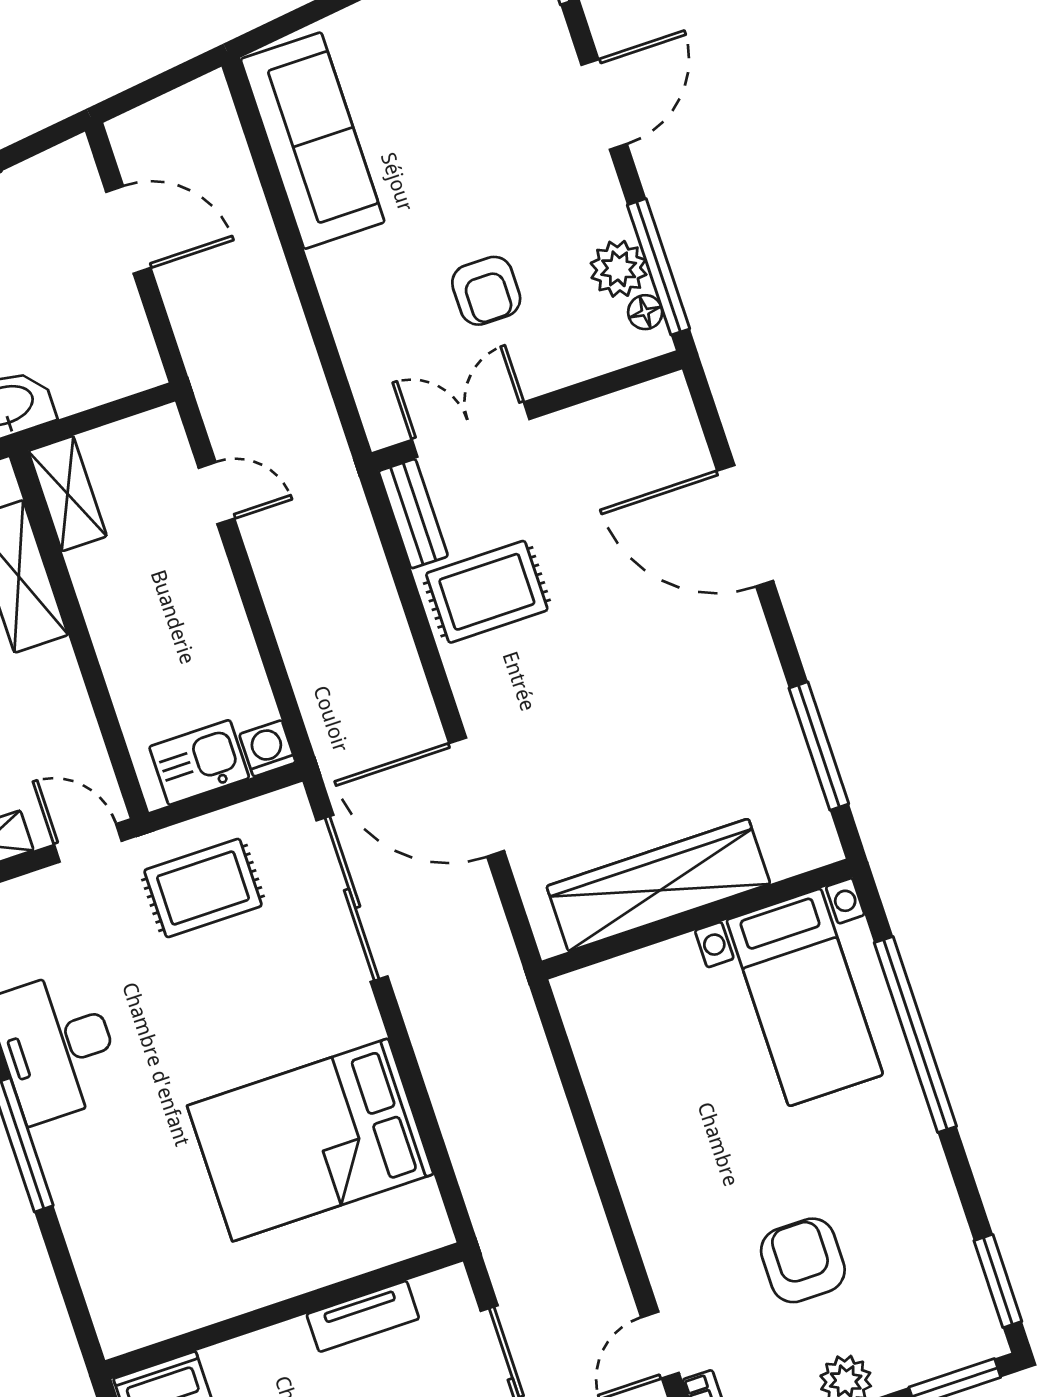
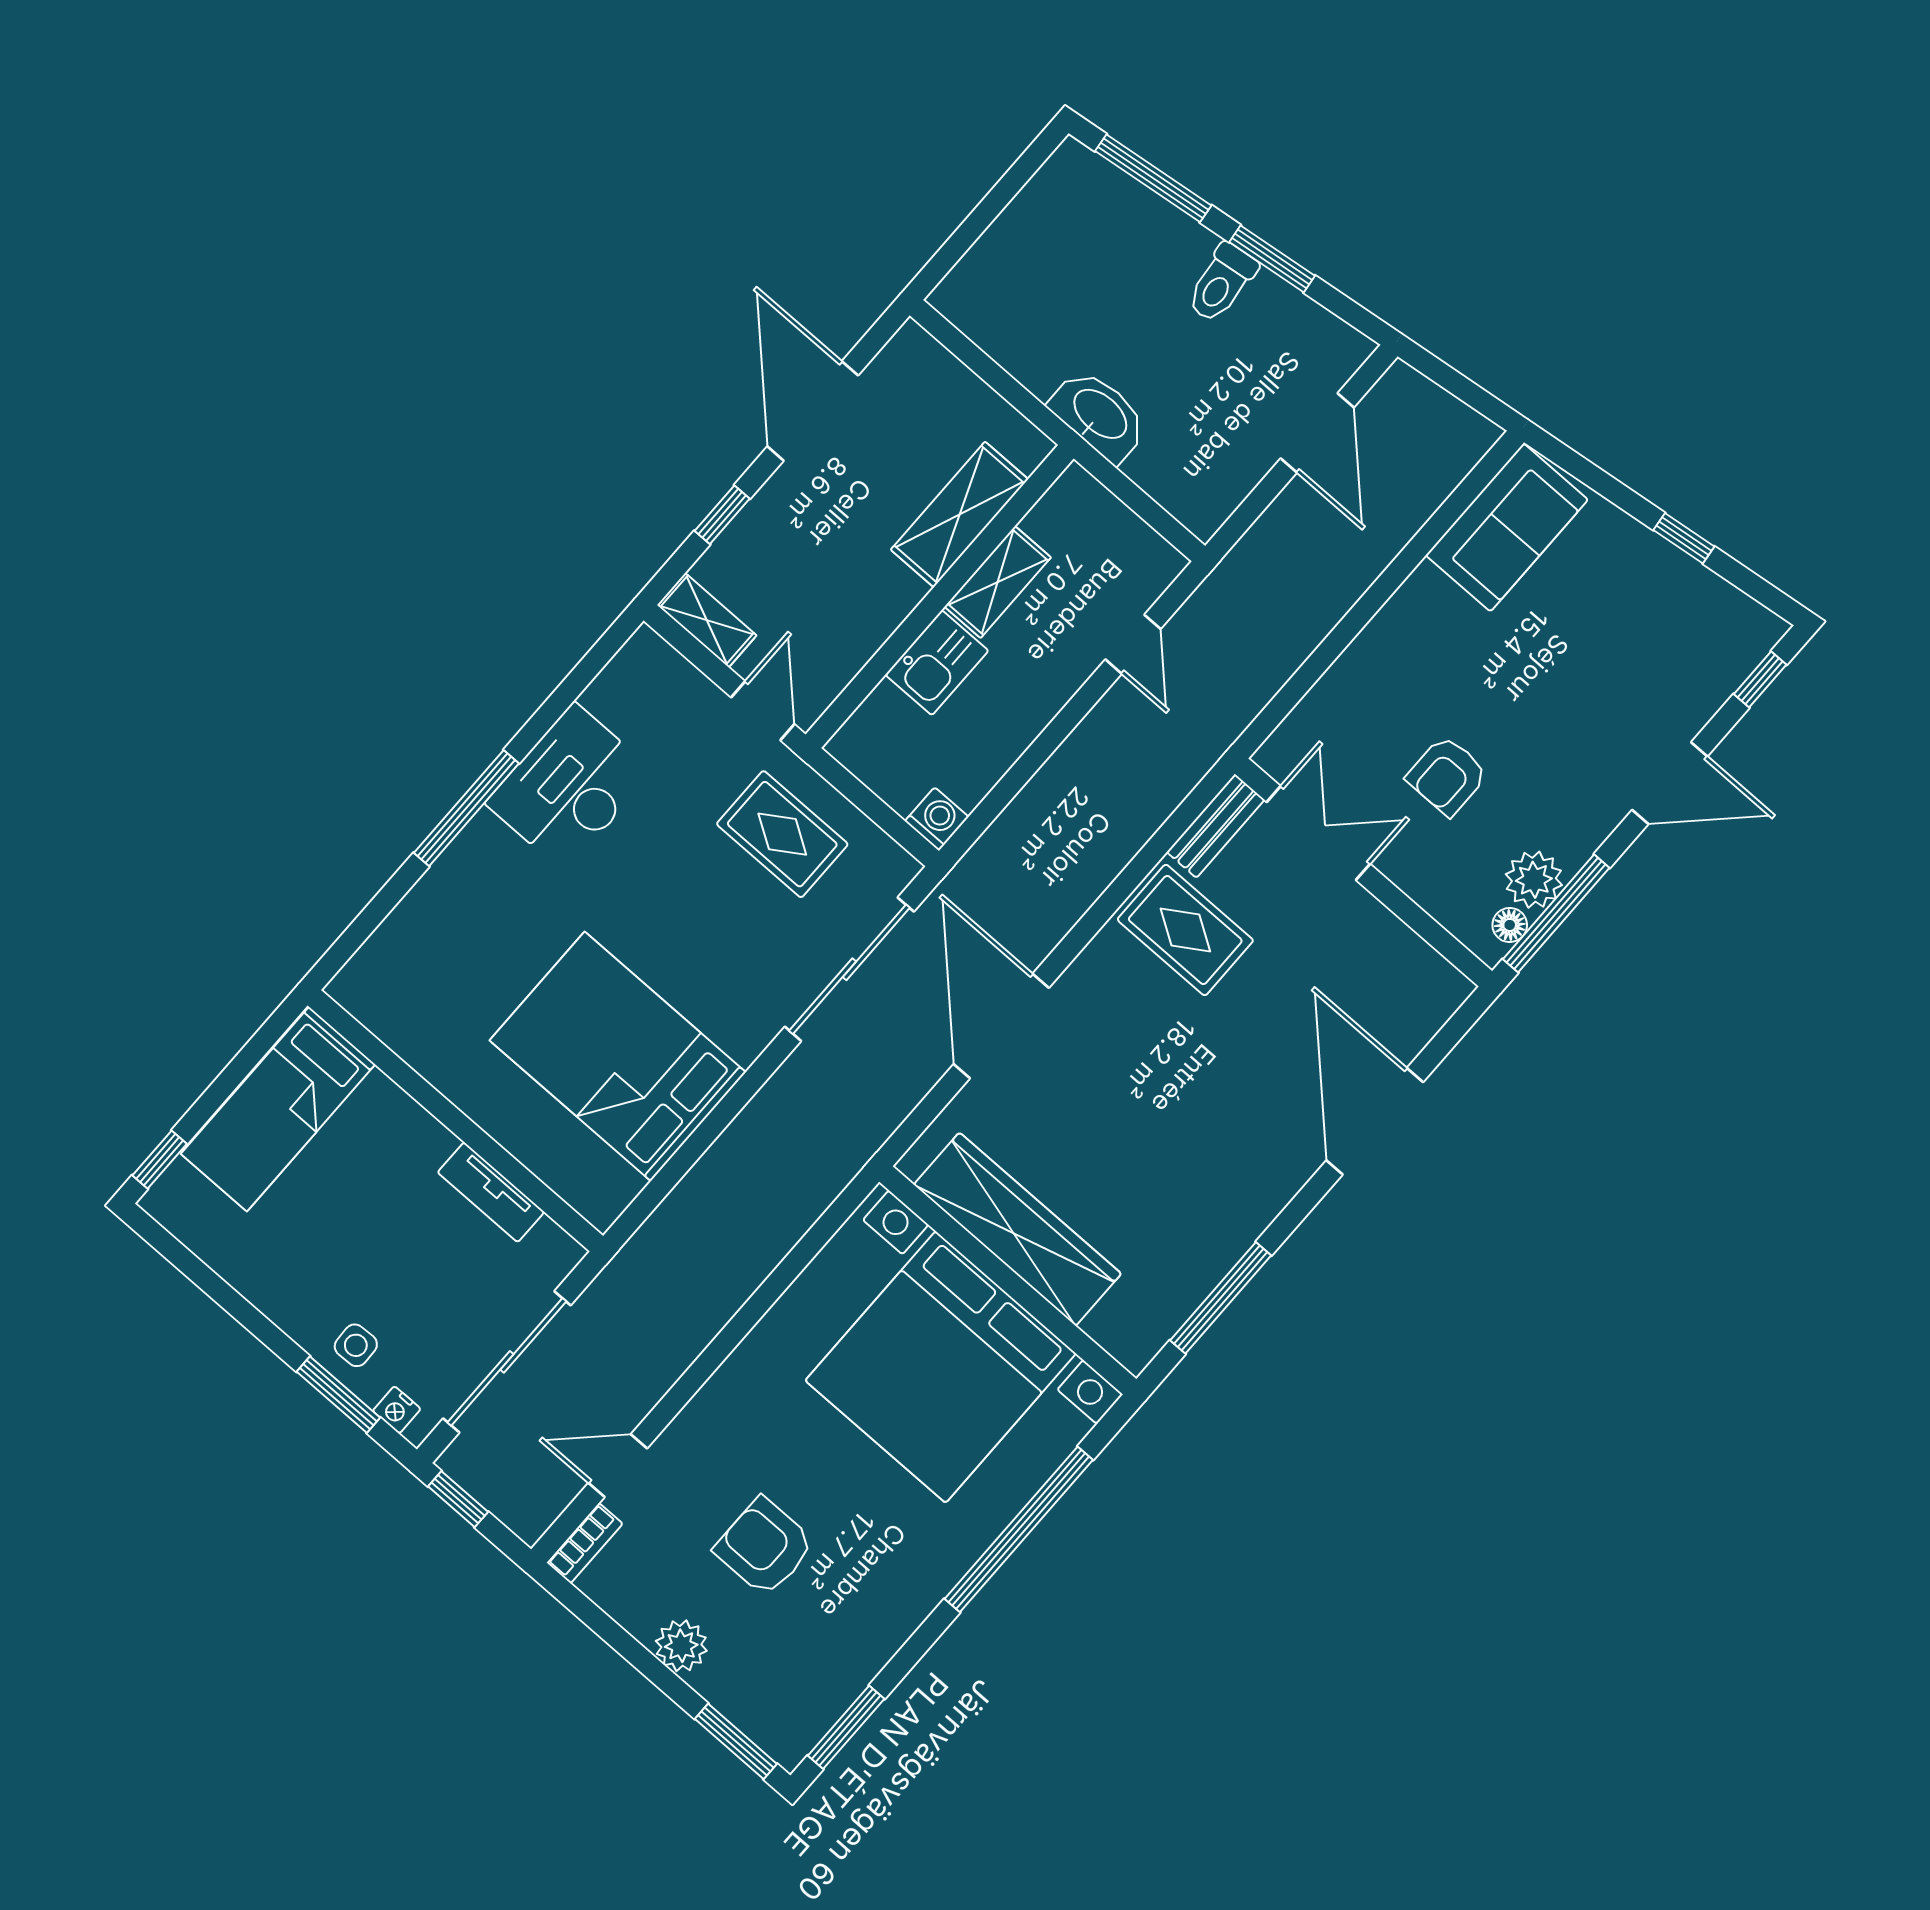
sofa: (313, 141) -> (1507, 527), width x0.73
shelving: (67, 494) -> (998, 582), moved
kitchen sink: (199, 762) -> (937, 663), moved, turned 90
bed with nightstands: (805, 997) -> (941, 1367), width x1.85
armchair: (803, 1260) -> (765, 1547), turned -90

